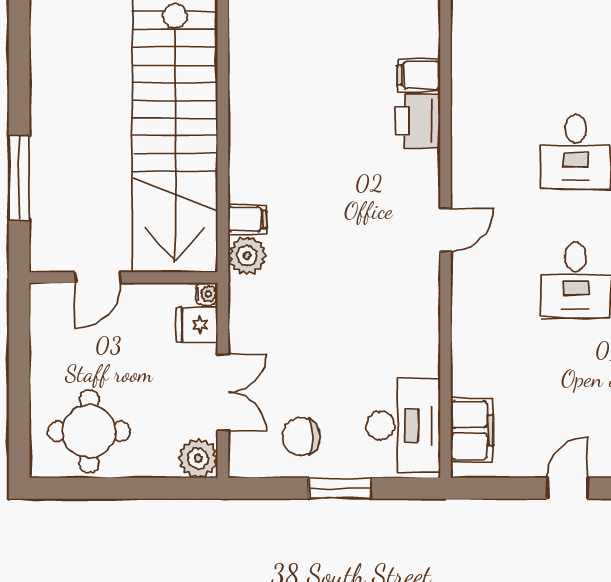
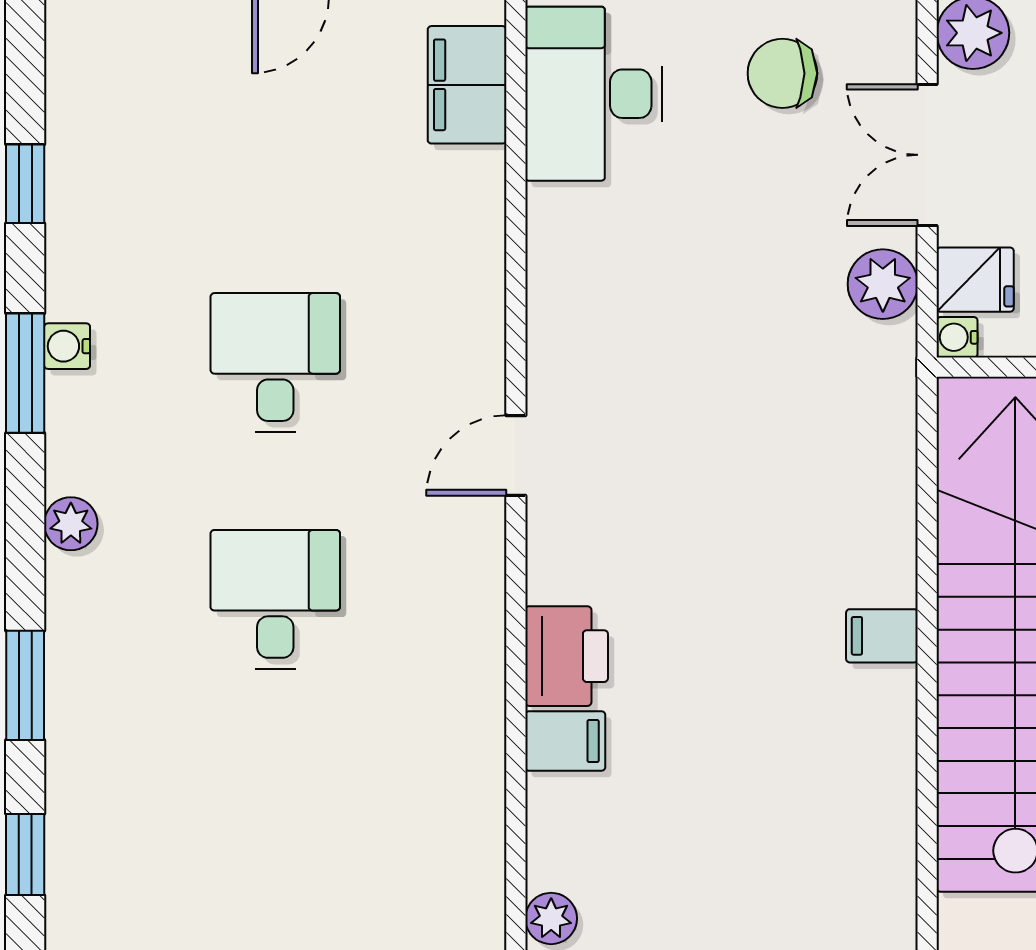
filing cabinet: (247, 219) -> (882, 636), moved
plant: (247, 256) -> (883, 284), moved
chair: (301, 437) -> (782, 73), turned 180

